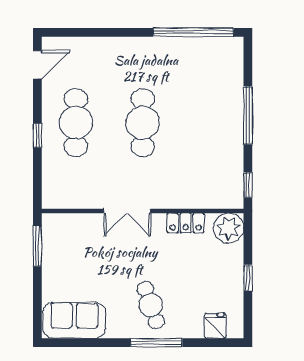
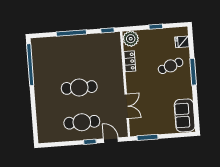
door: (37, 65) -> (111, 140), moved
double door: (127, 211) -> (127, 106), moved
cafe table: (151, 305) -> (171, 66), moved

